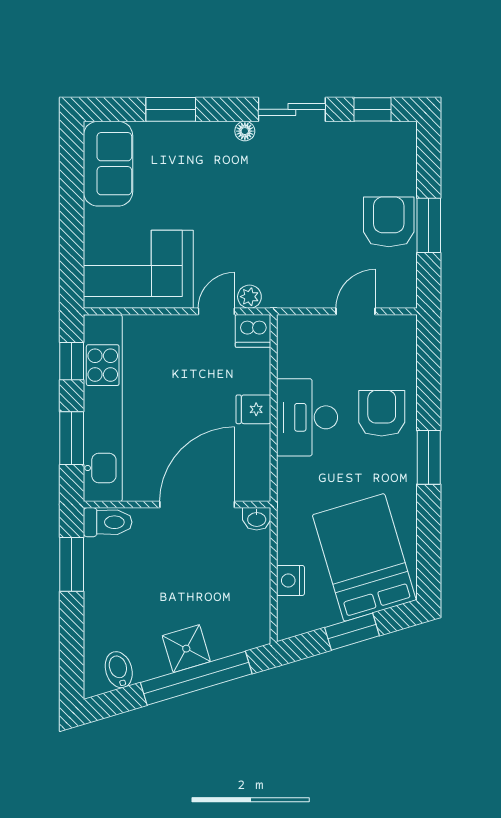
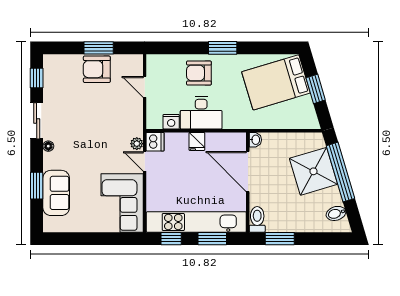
sofa: (108, 164) -> (56, 193), moved, turned 90
nightstand: (290, 580) -> (171, 122), moved
shower: (186, 649) -> (314, 171), width x1.86, depth x1.86

